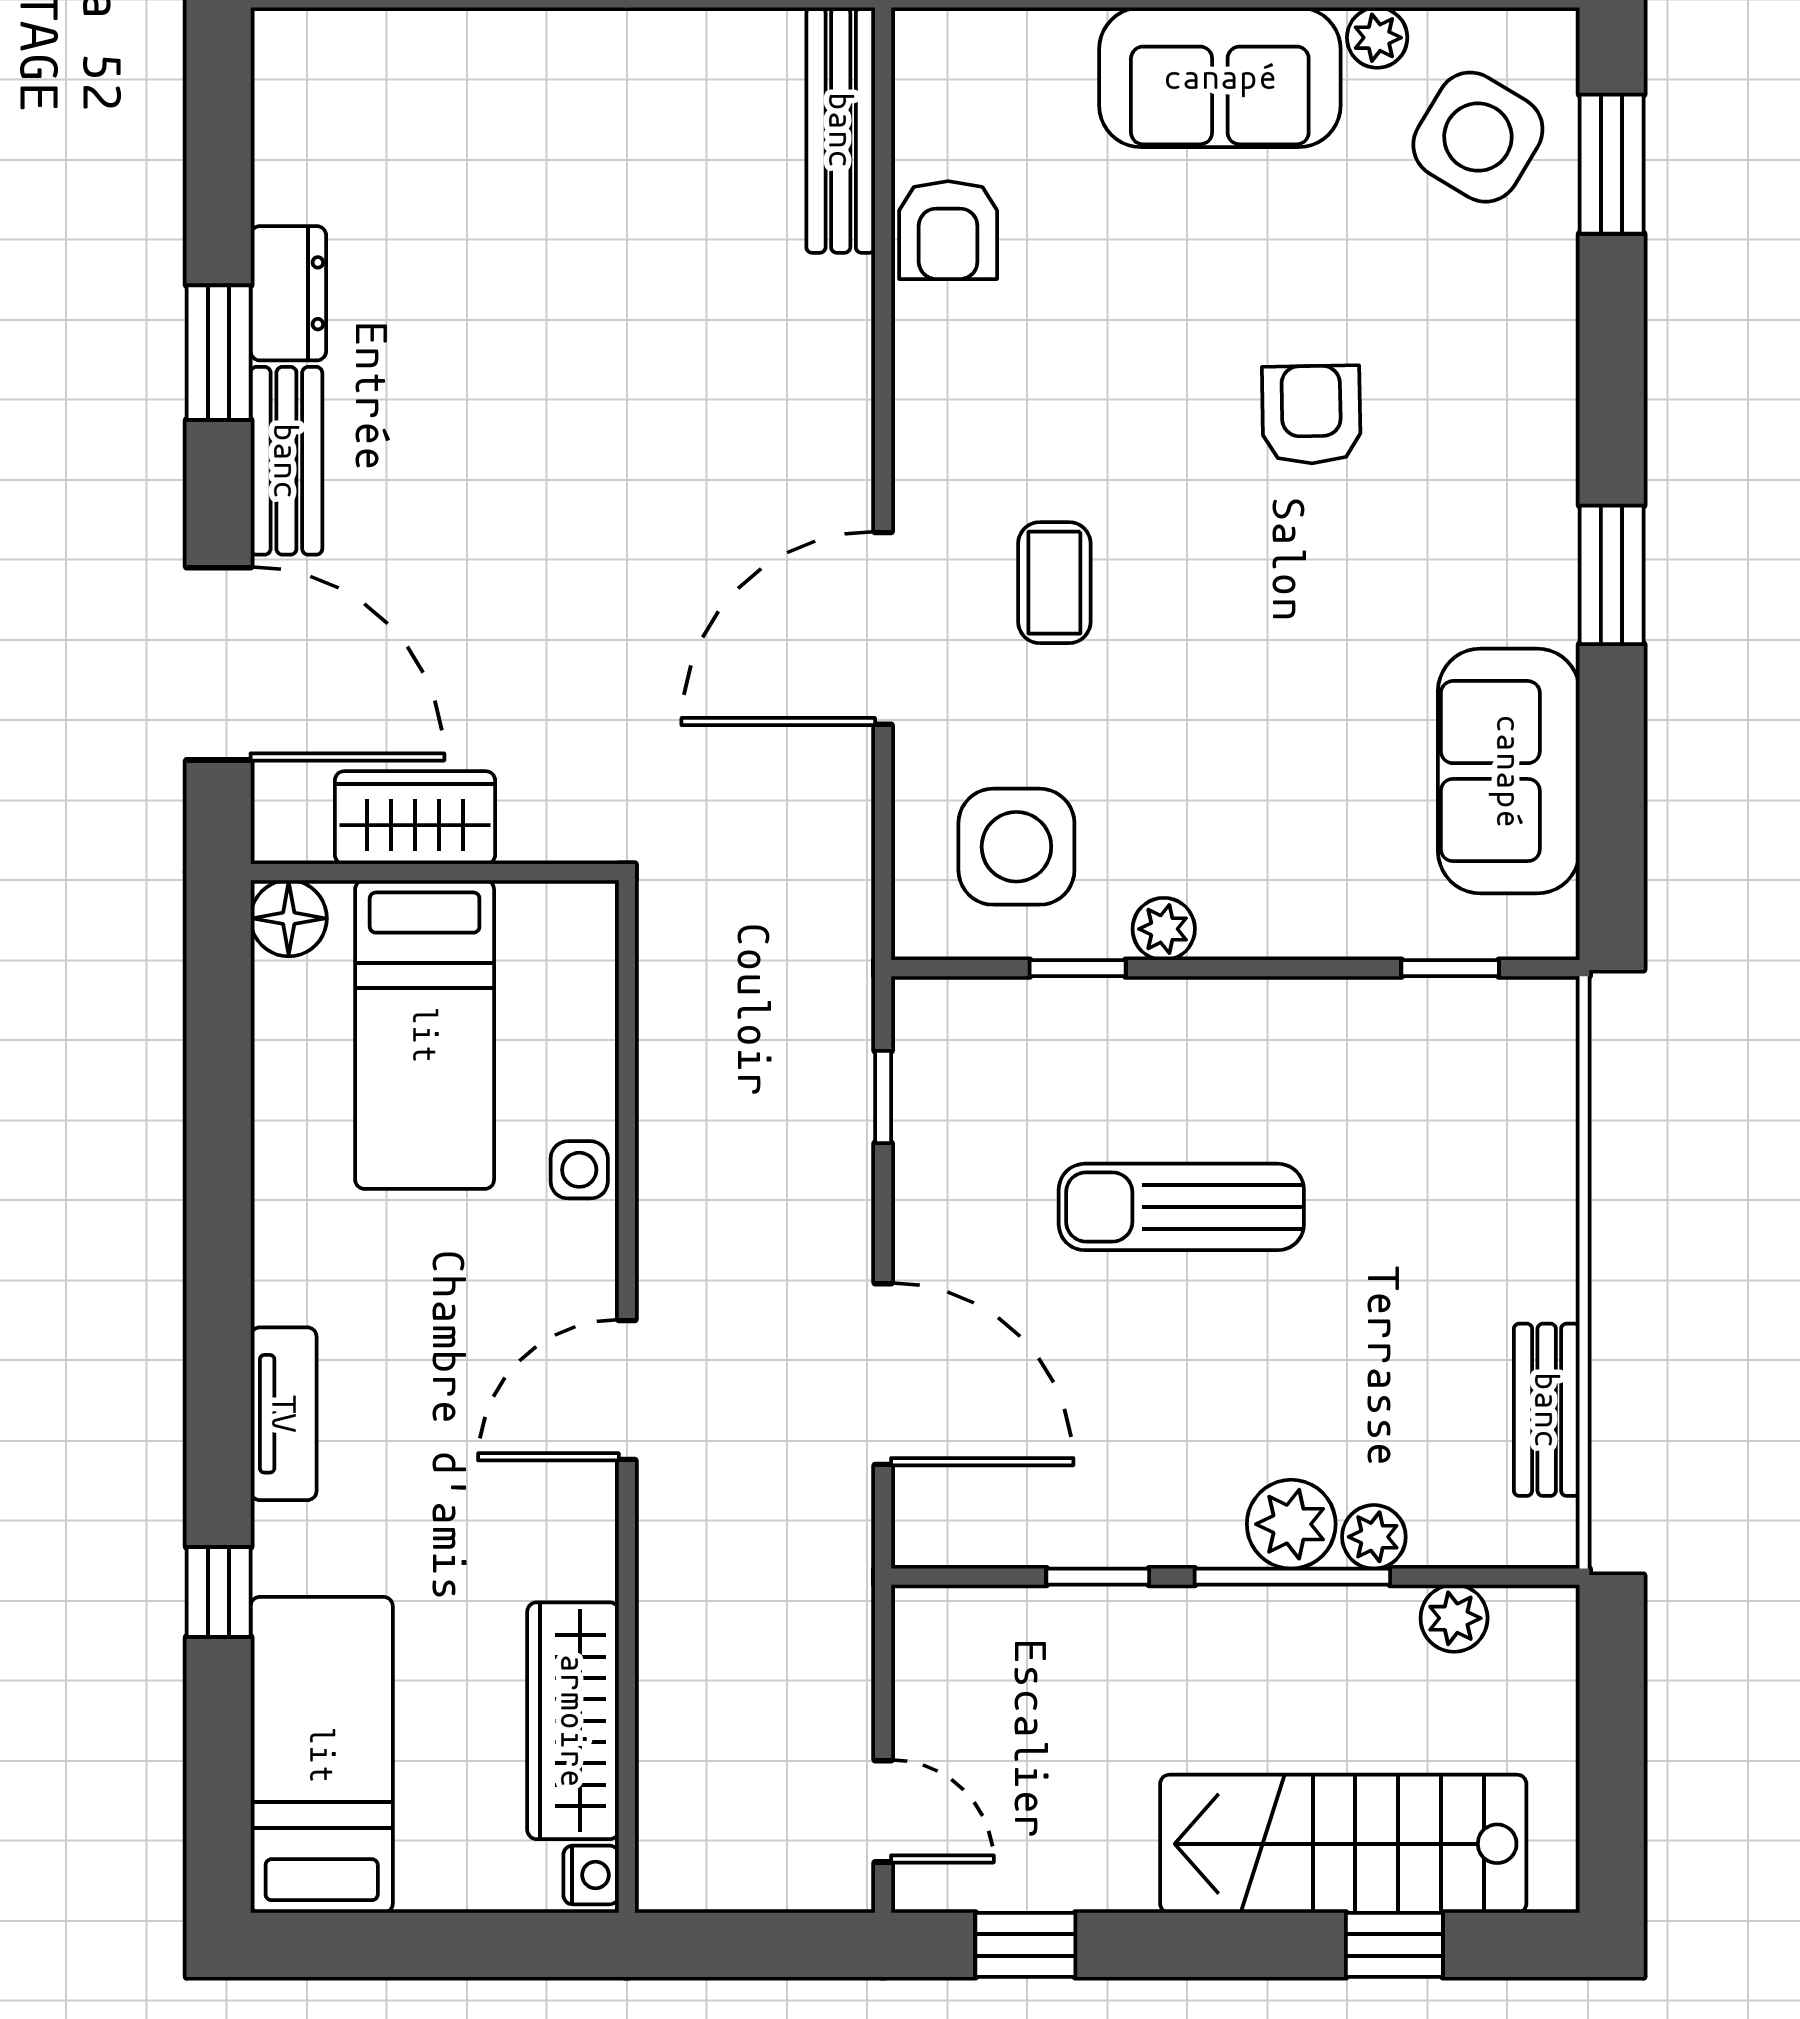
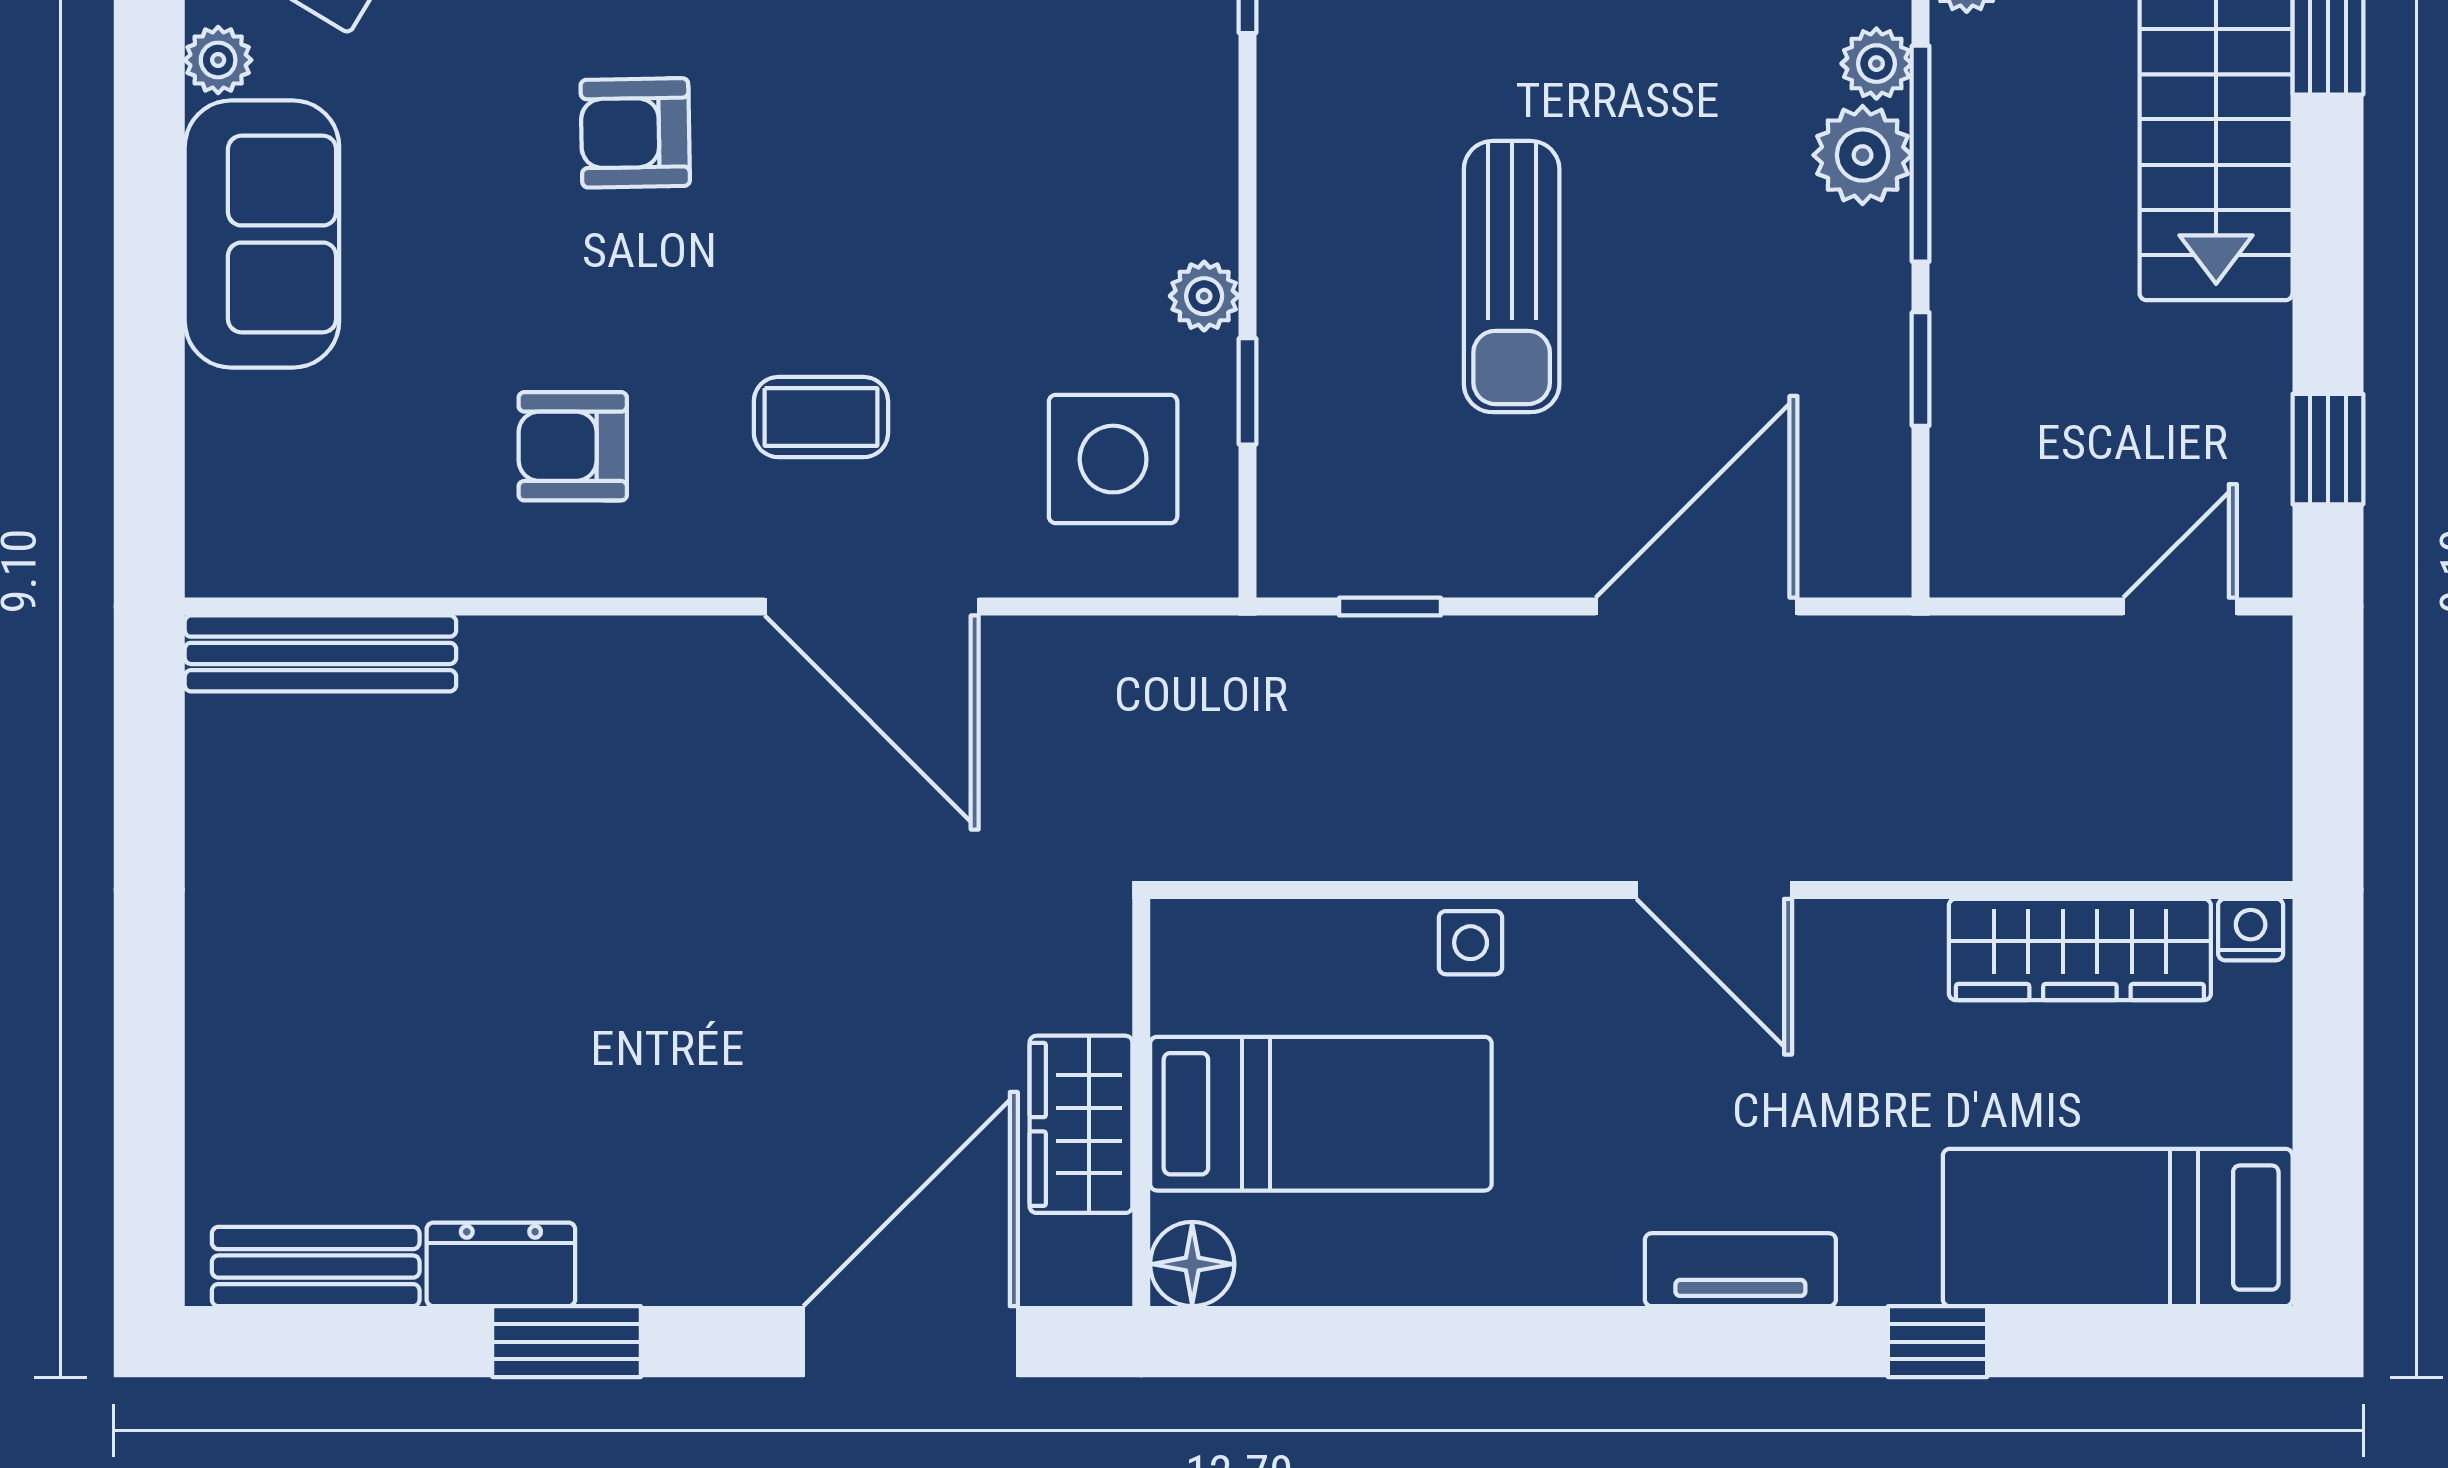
armchair: (948, 230) -> (573, 446), moved, turned 180
bench: (286, 461) -> (316, 1267), moved

